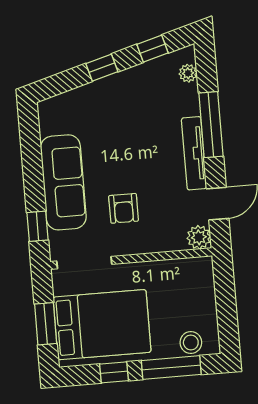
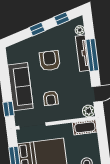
armchair: (125, 133) -> (50, 61), added
tv unit: (194, 153) -> (82, 53), moved
cot: (190, 270) -> (85, 127), added

